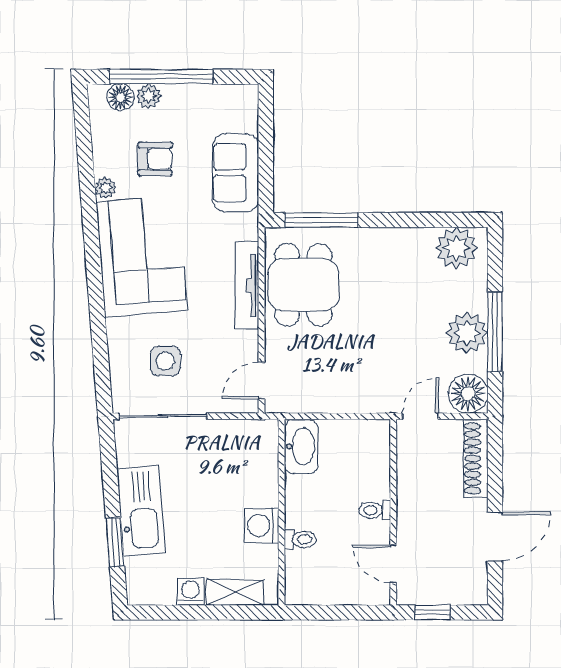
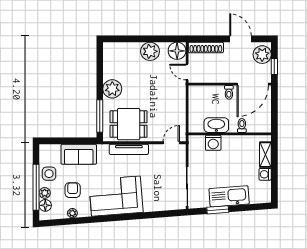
plant: (105, 188) -> (72, 213), moved
plant: (456, 248) -> (112, 89), moved
window: (495, 332) -> (150, 39), removed
side table: (165, 361) -> (49, 174), moved
door: (261, 381) -> (171, 143), swing flipped
washbasin: (301, 446) -> (216, 125), moved
washing machine: (261, 526) -> (213, 143), moved
window: (115, 542) -> (218, 210), moved
door: (393, 564) -> (253, 84), width x1.87
plant: (460, 585) -> (262, 55), added

